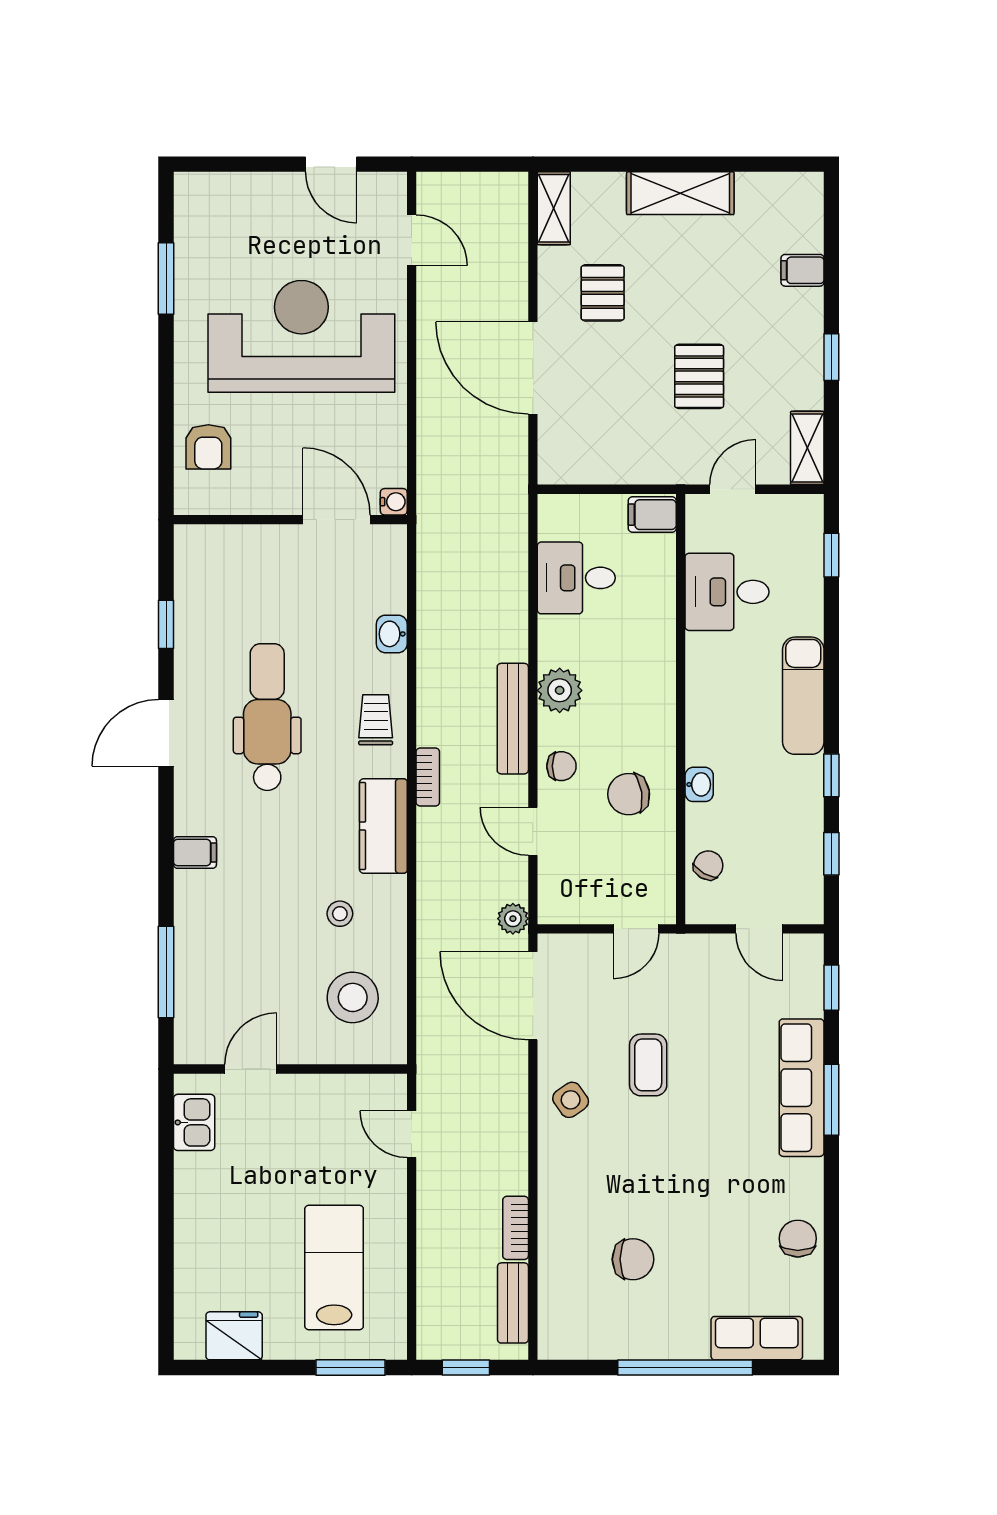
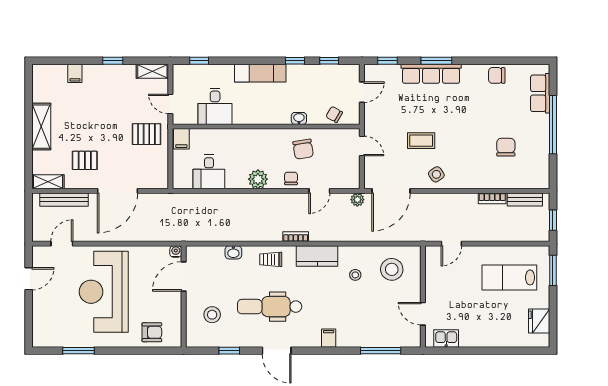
pallet: (699, 376) -> (146, 134), moved
stool: (249, 585) -> (212, 315), added
bench: (513, 719) -> (64, 200), moved

